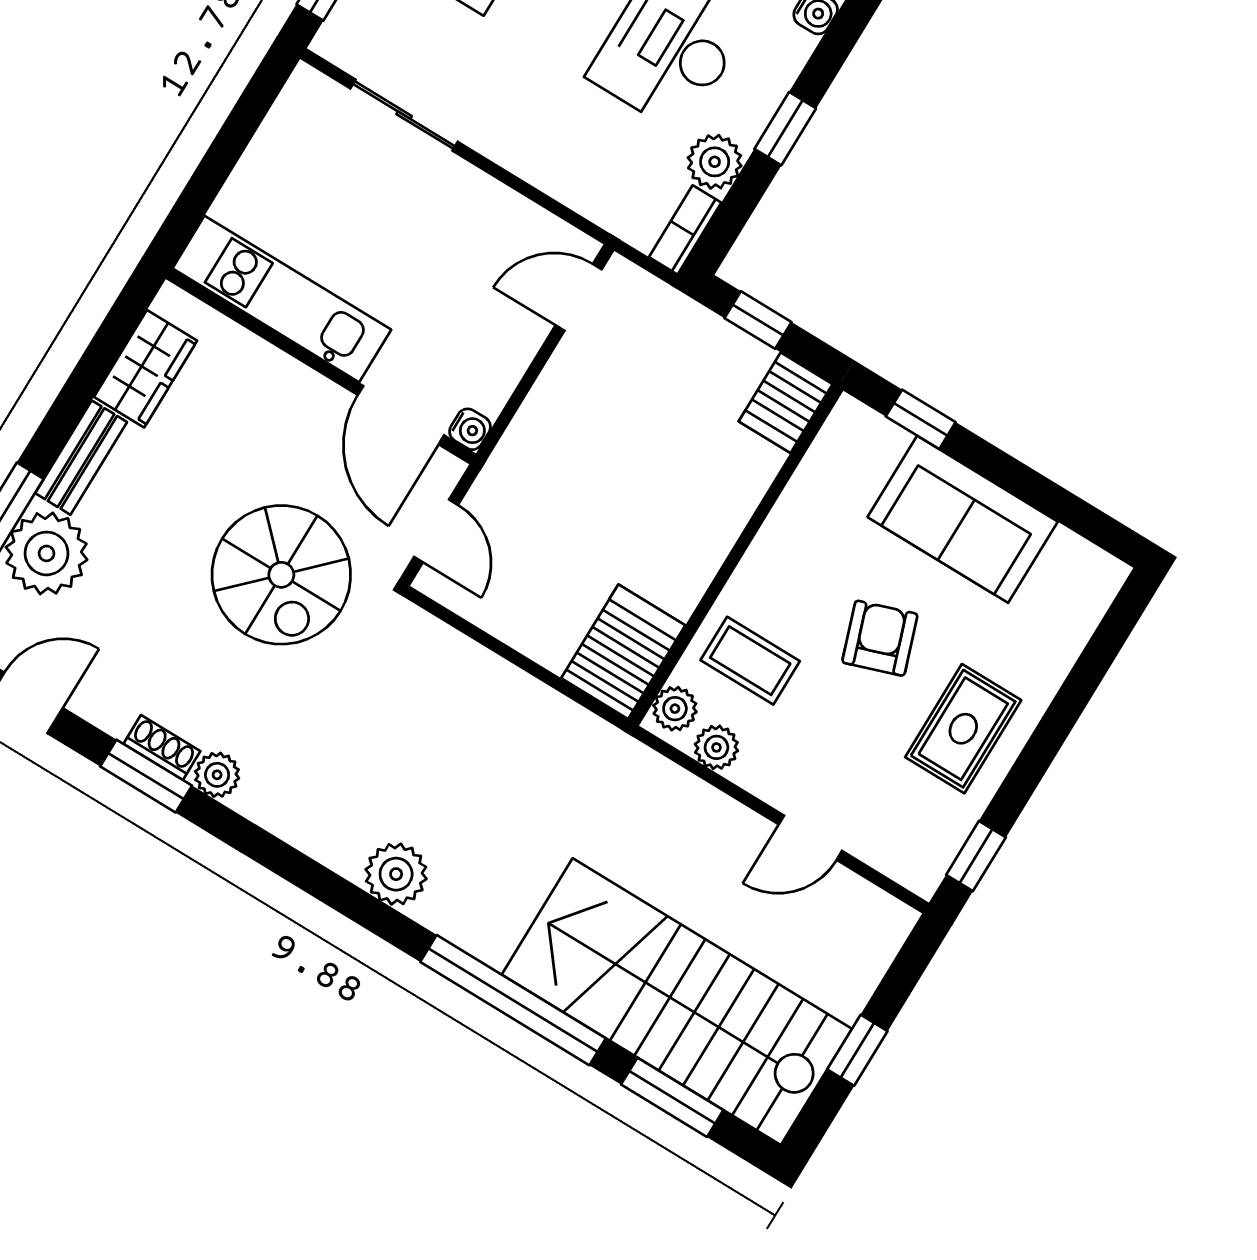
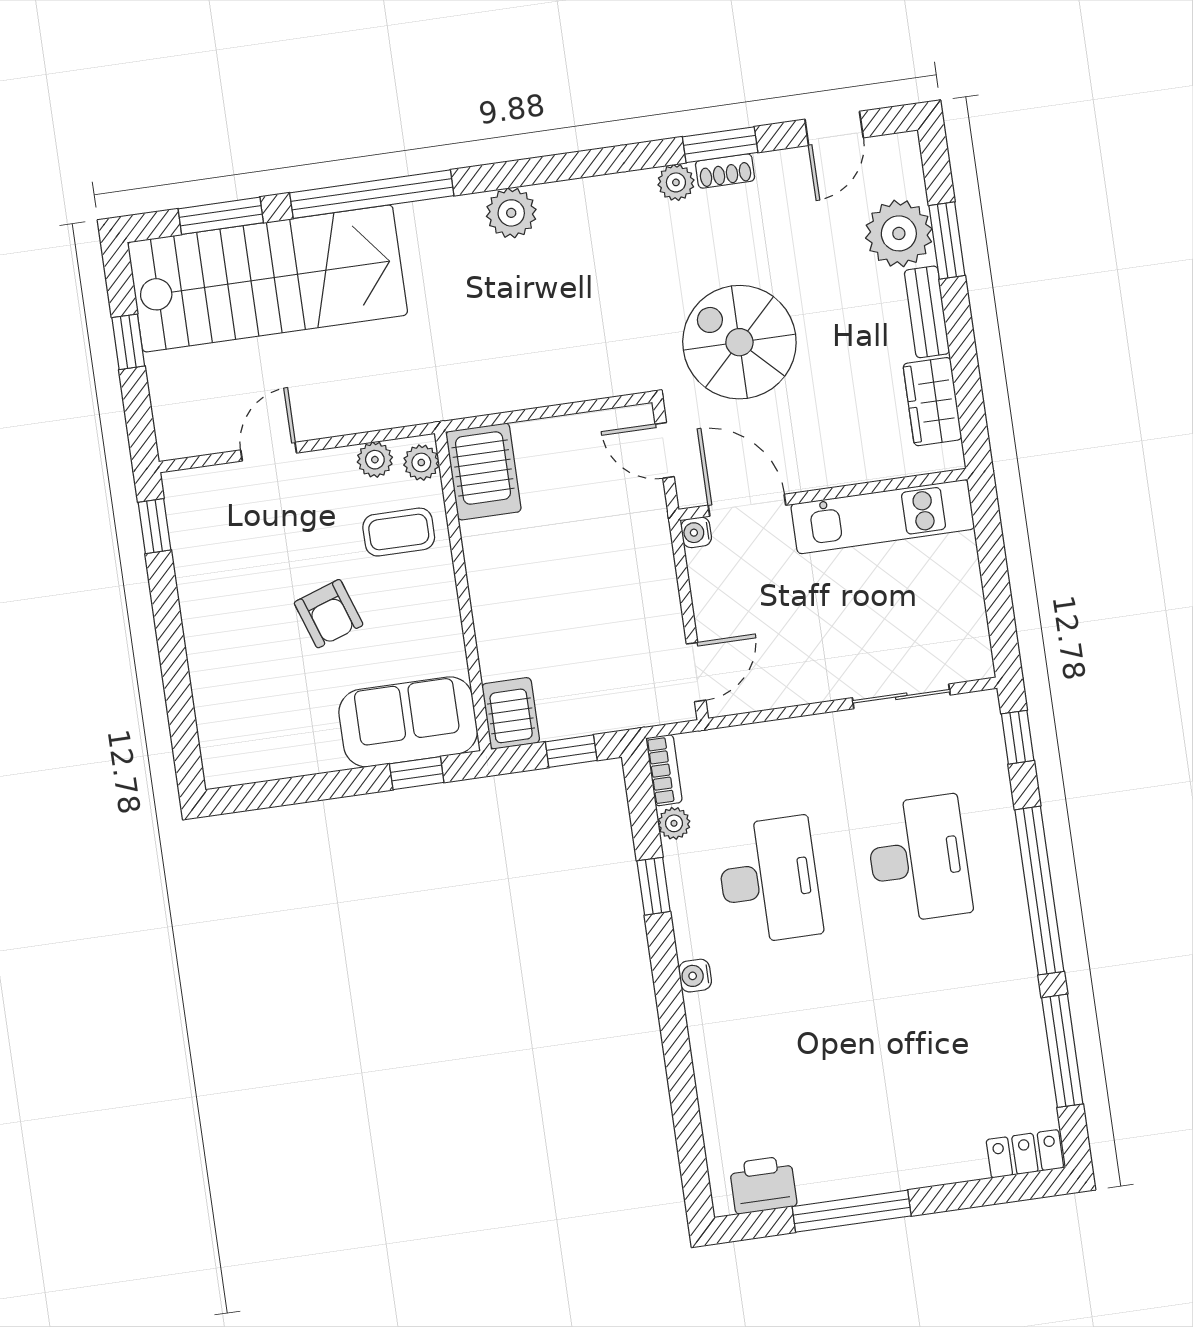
plant: (715, 162) -> (674, 823), width x0.73, depth x0.73
sofa: (963, 519) -> (408, 722), moved
rug: (963, 729) -> (229, 600), removed

